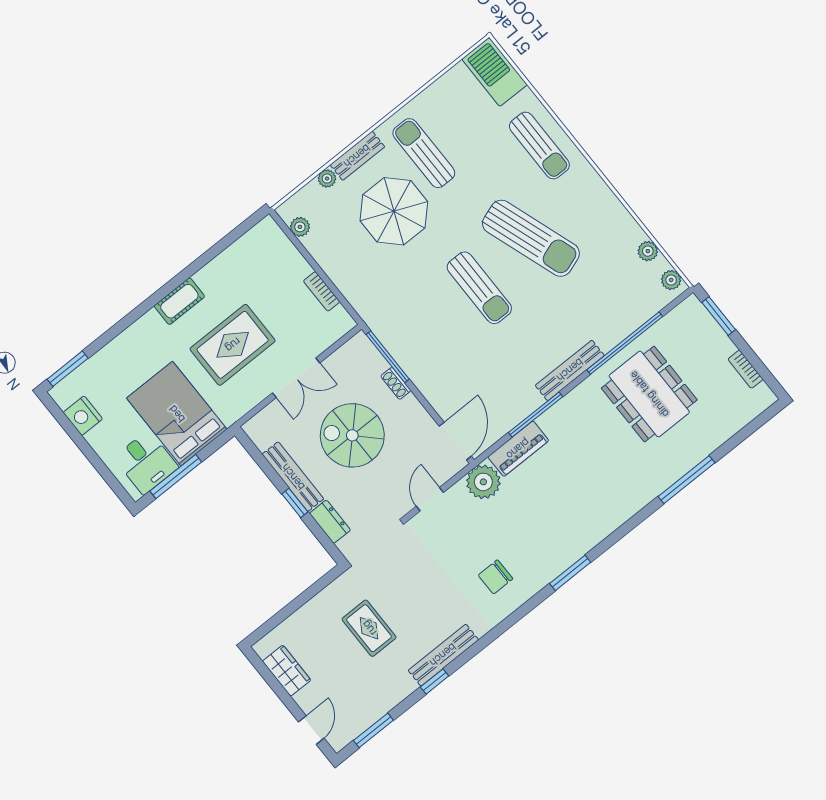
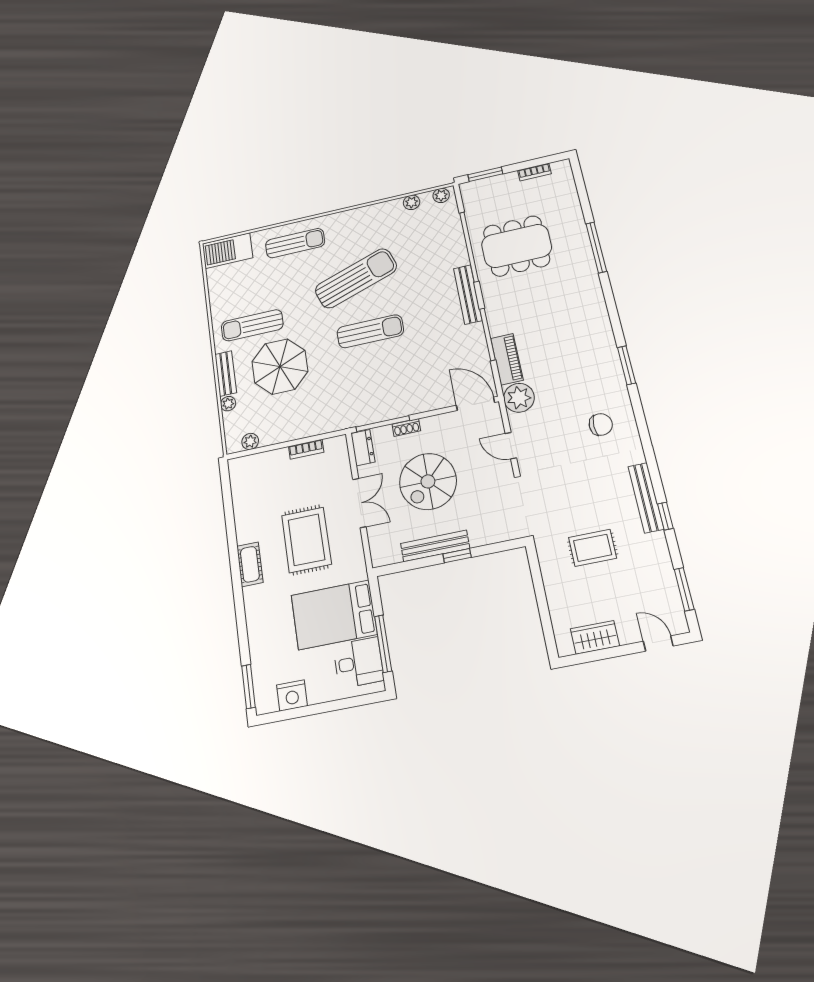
dresser: (330, 522) -> (363, 448), moved, turned 90
chair: (495, 577) -> (601, 425), turned -90

